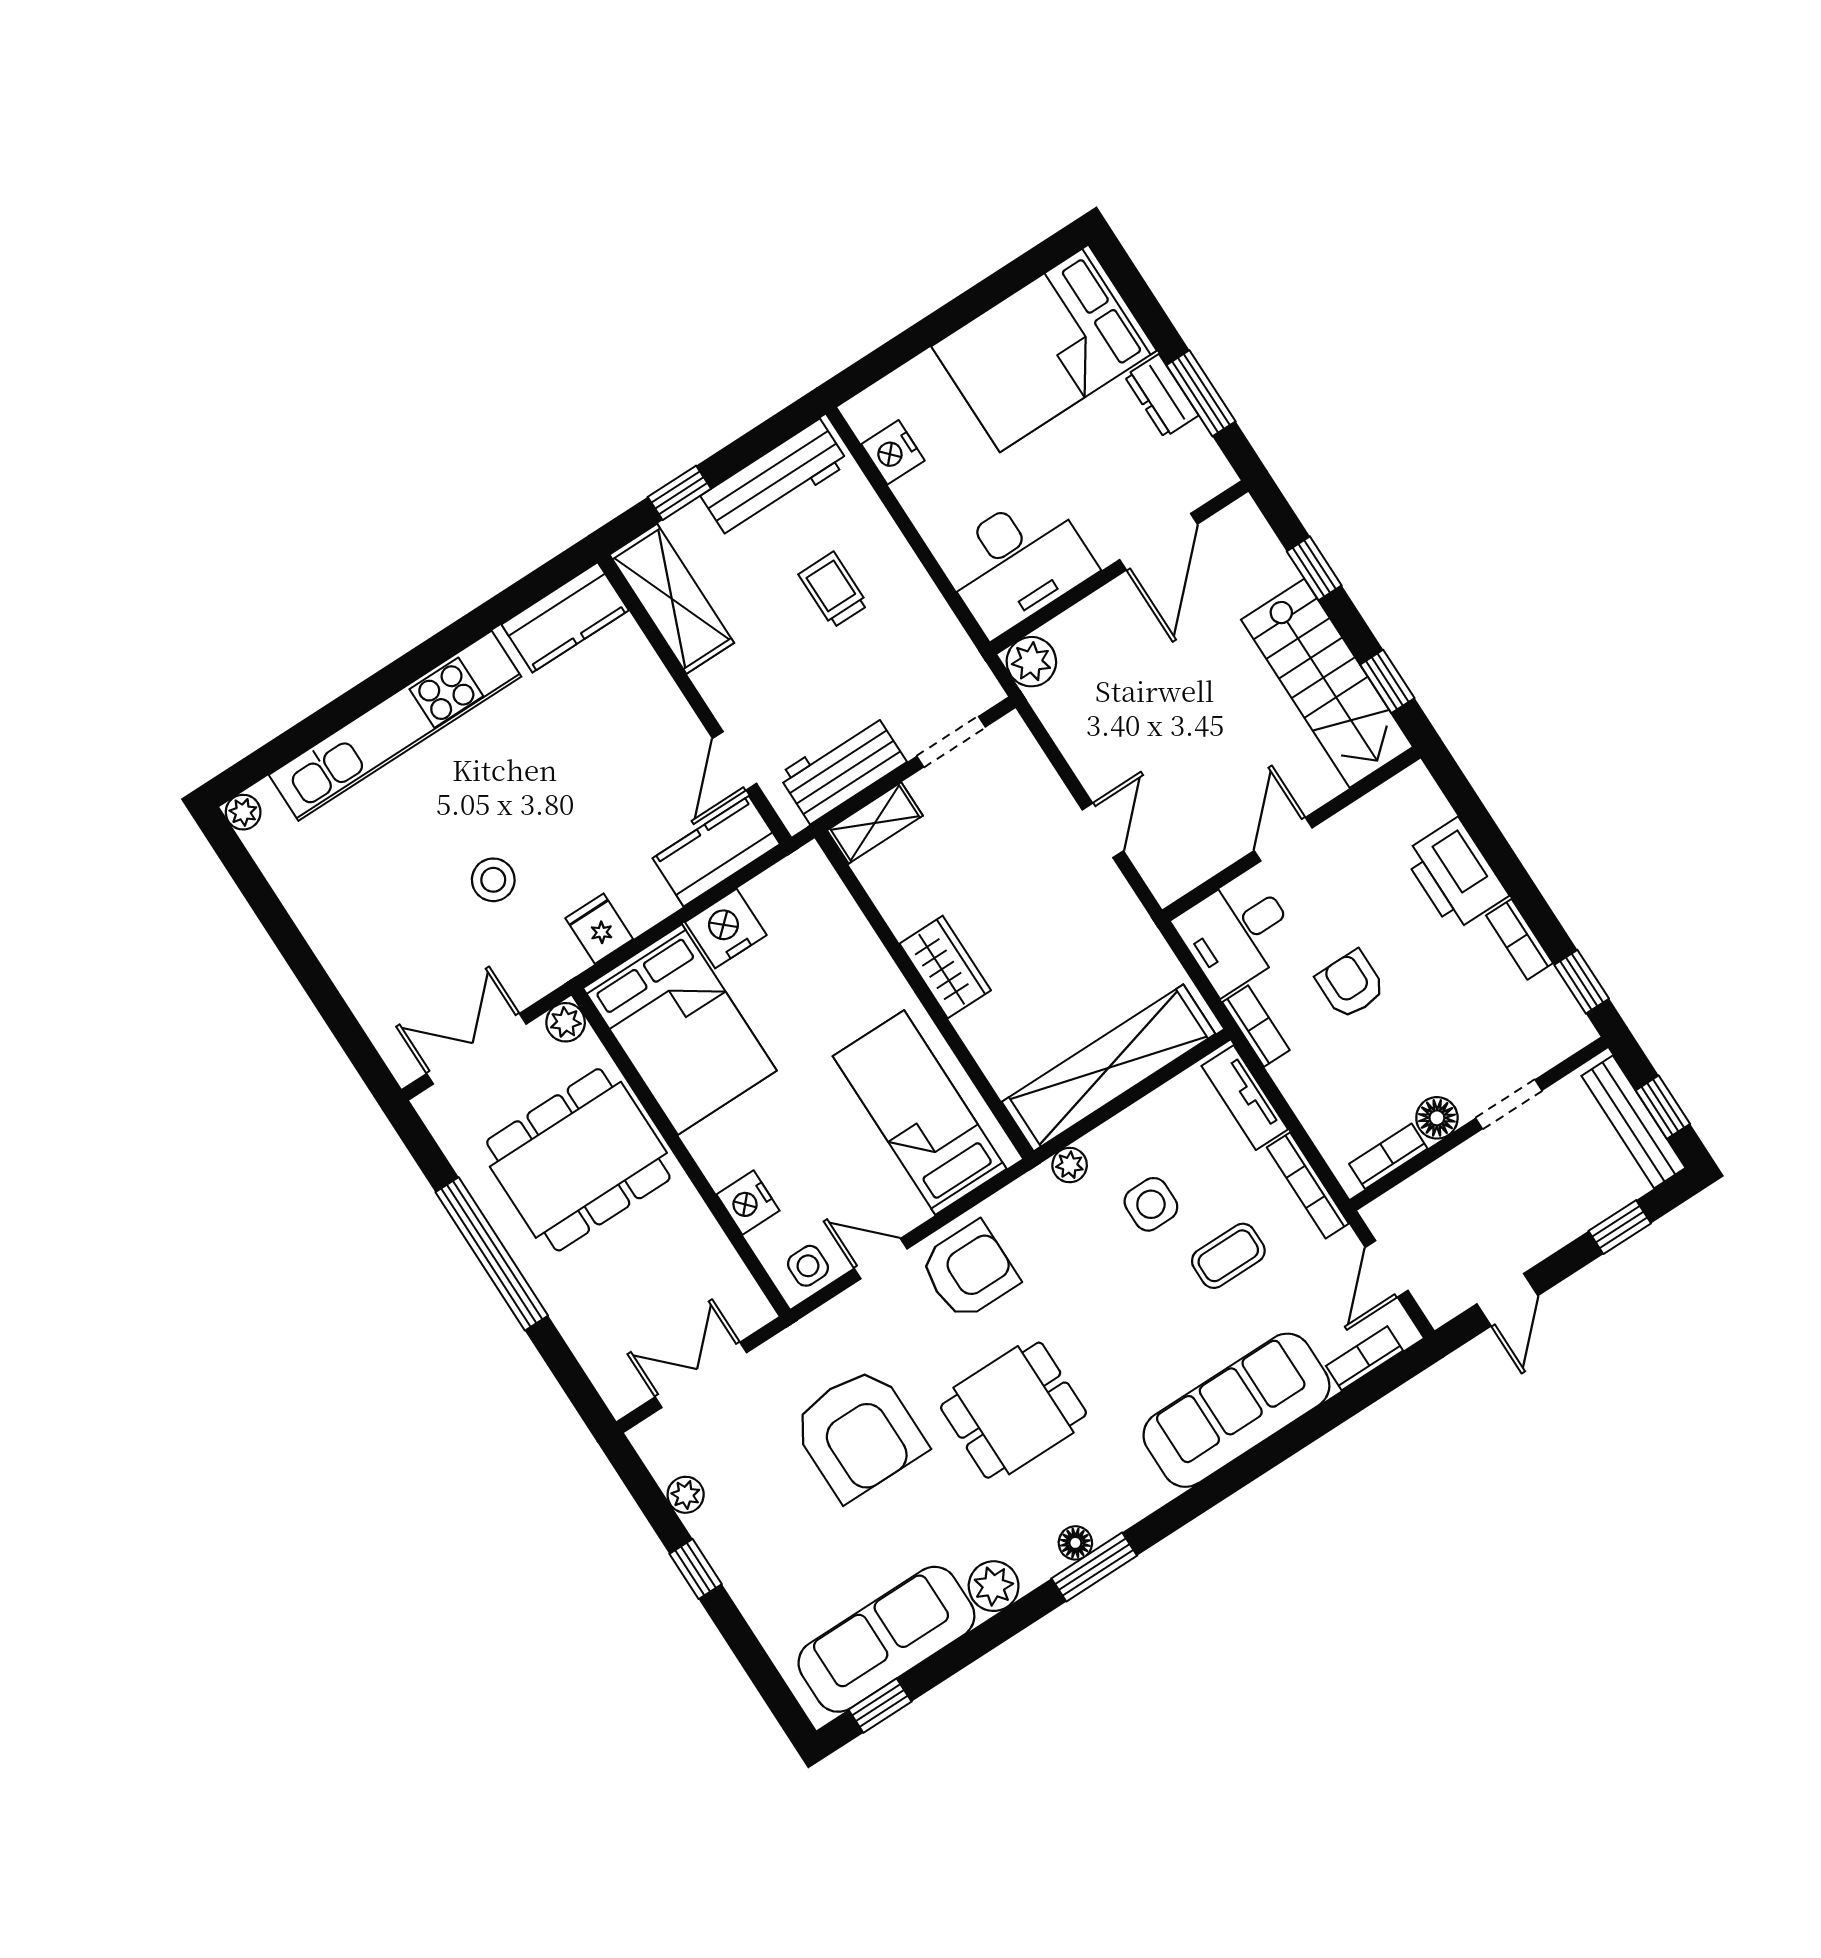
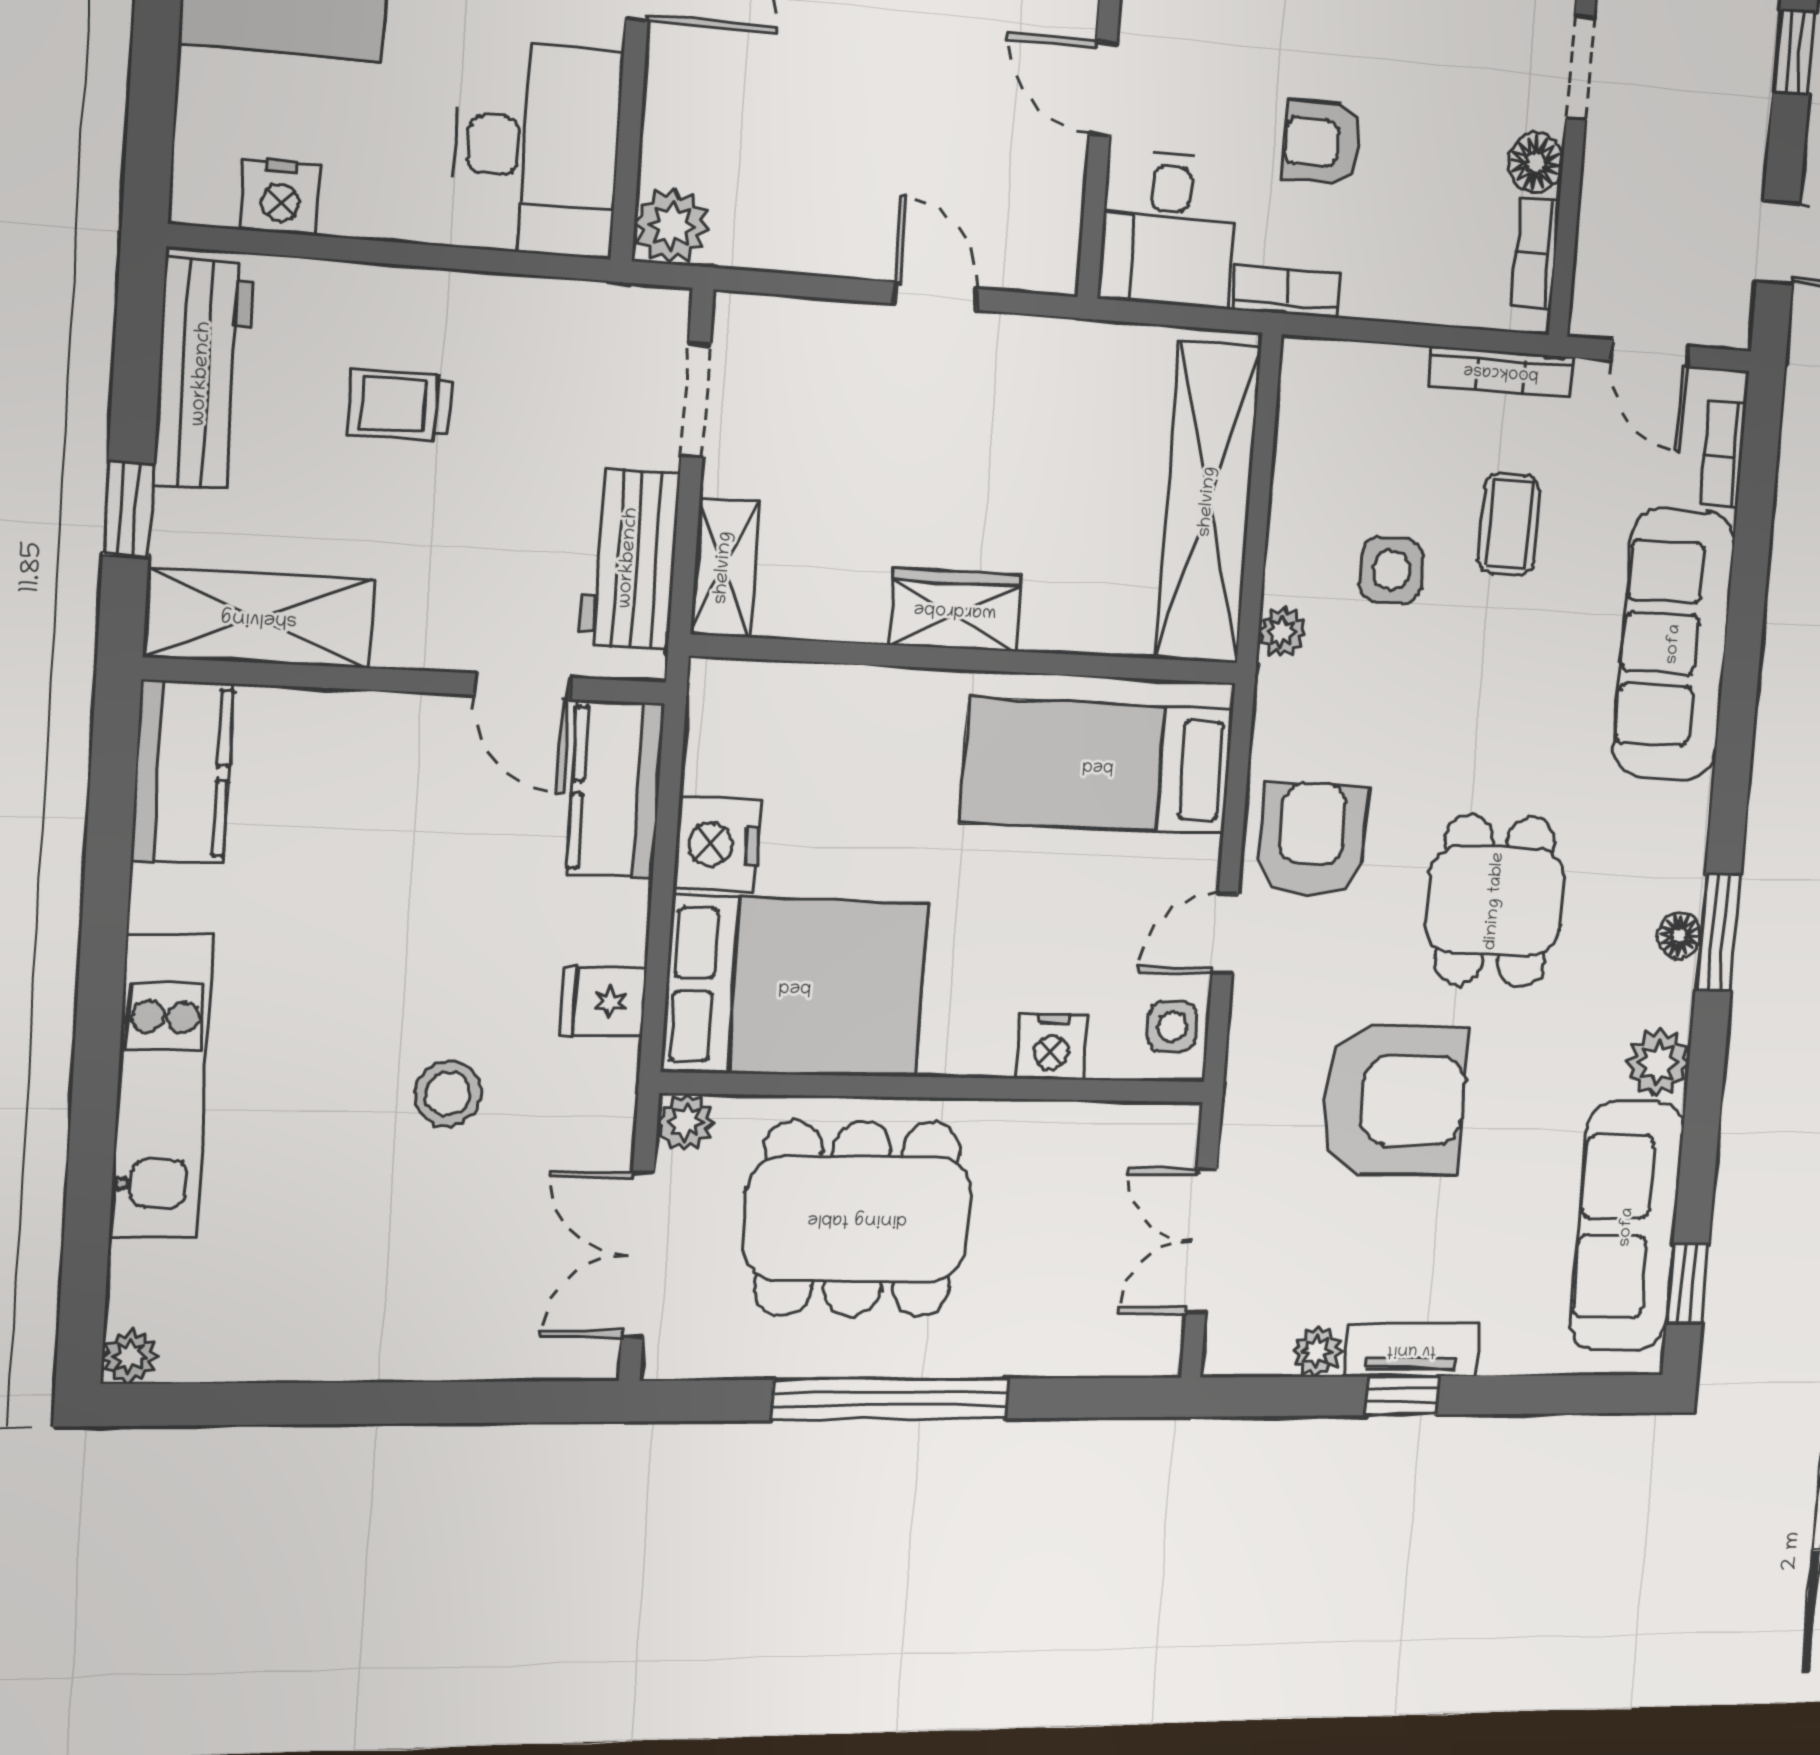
kitchen unit: (395, 726) -> (162, 1087), width x0.73
tv unit: (1245, 1098) -> (1412, 1350), moved, turned 180
dining table: (578, 1160) -> (857, 1219), turned 90

